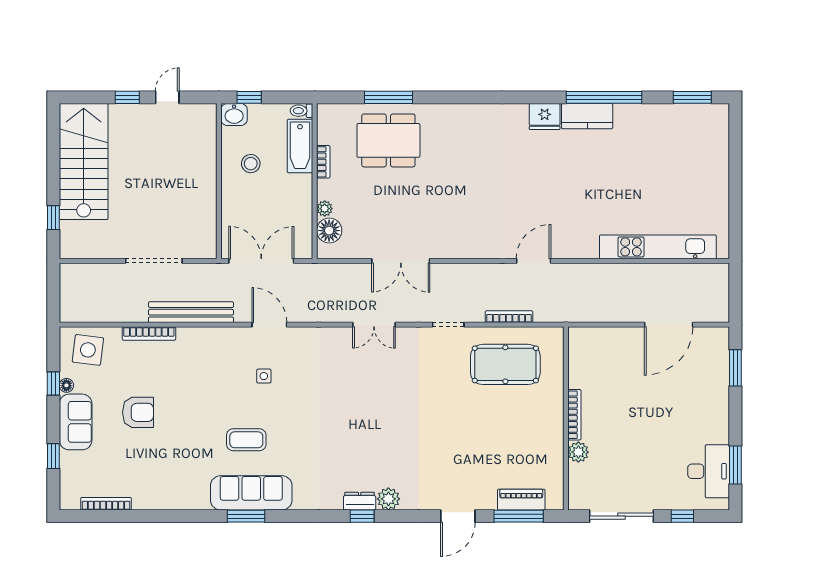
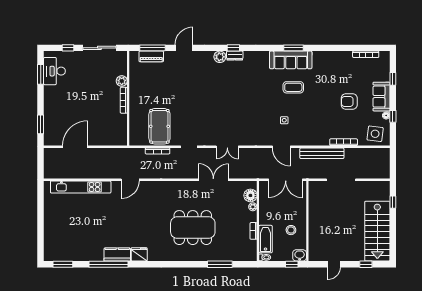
window: (127, 97) -> (366, 264), moved
dining table: (388, 140) -> (193, 228), moved, width x1.36, depth x1.24
door: (534, 261) -> (130, 180), moved
double door: (374, 325) -> (227, 147), swing flipped
pool table: (505, 364) -> (159, 126), turned 90

